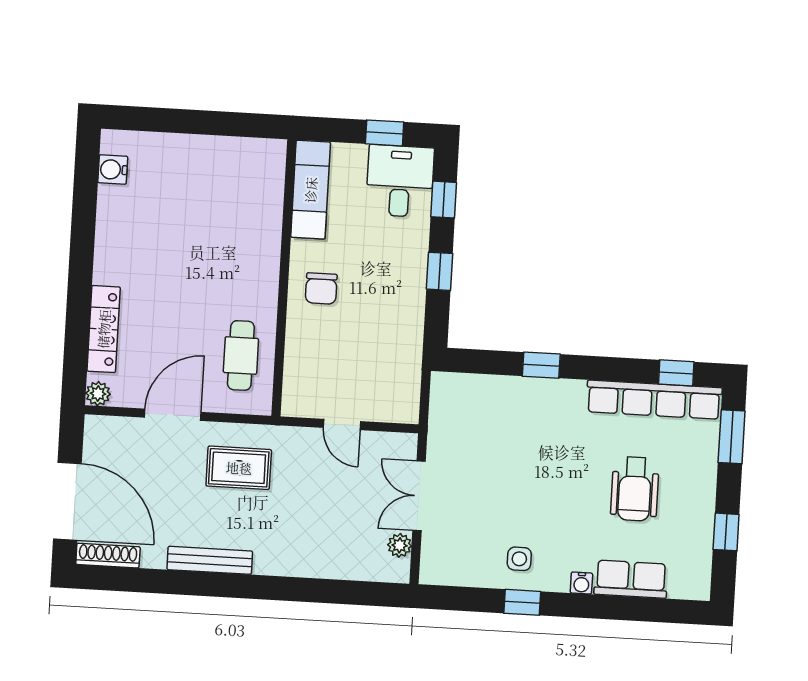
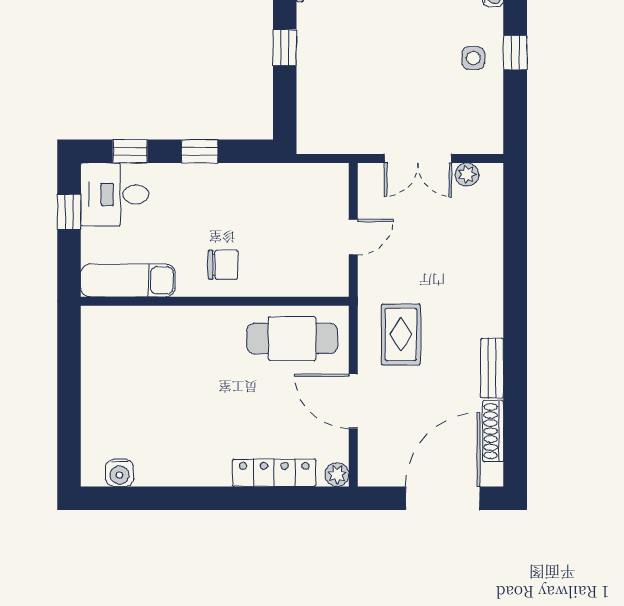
cafe table: (241, 355) -> (292, 339), width x1.37, depth x1.35
shoe rack: (108, 556) -> (493, 431), moved
bench: (210, 560) -> (492, 368), width x0.73

